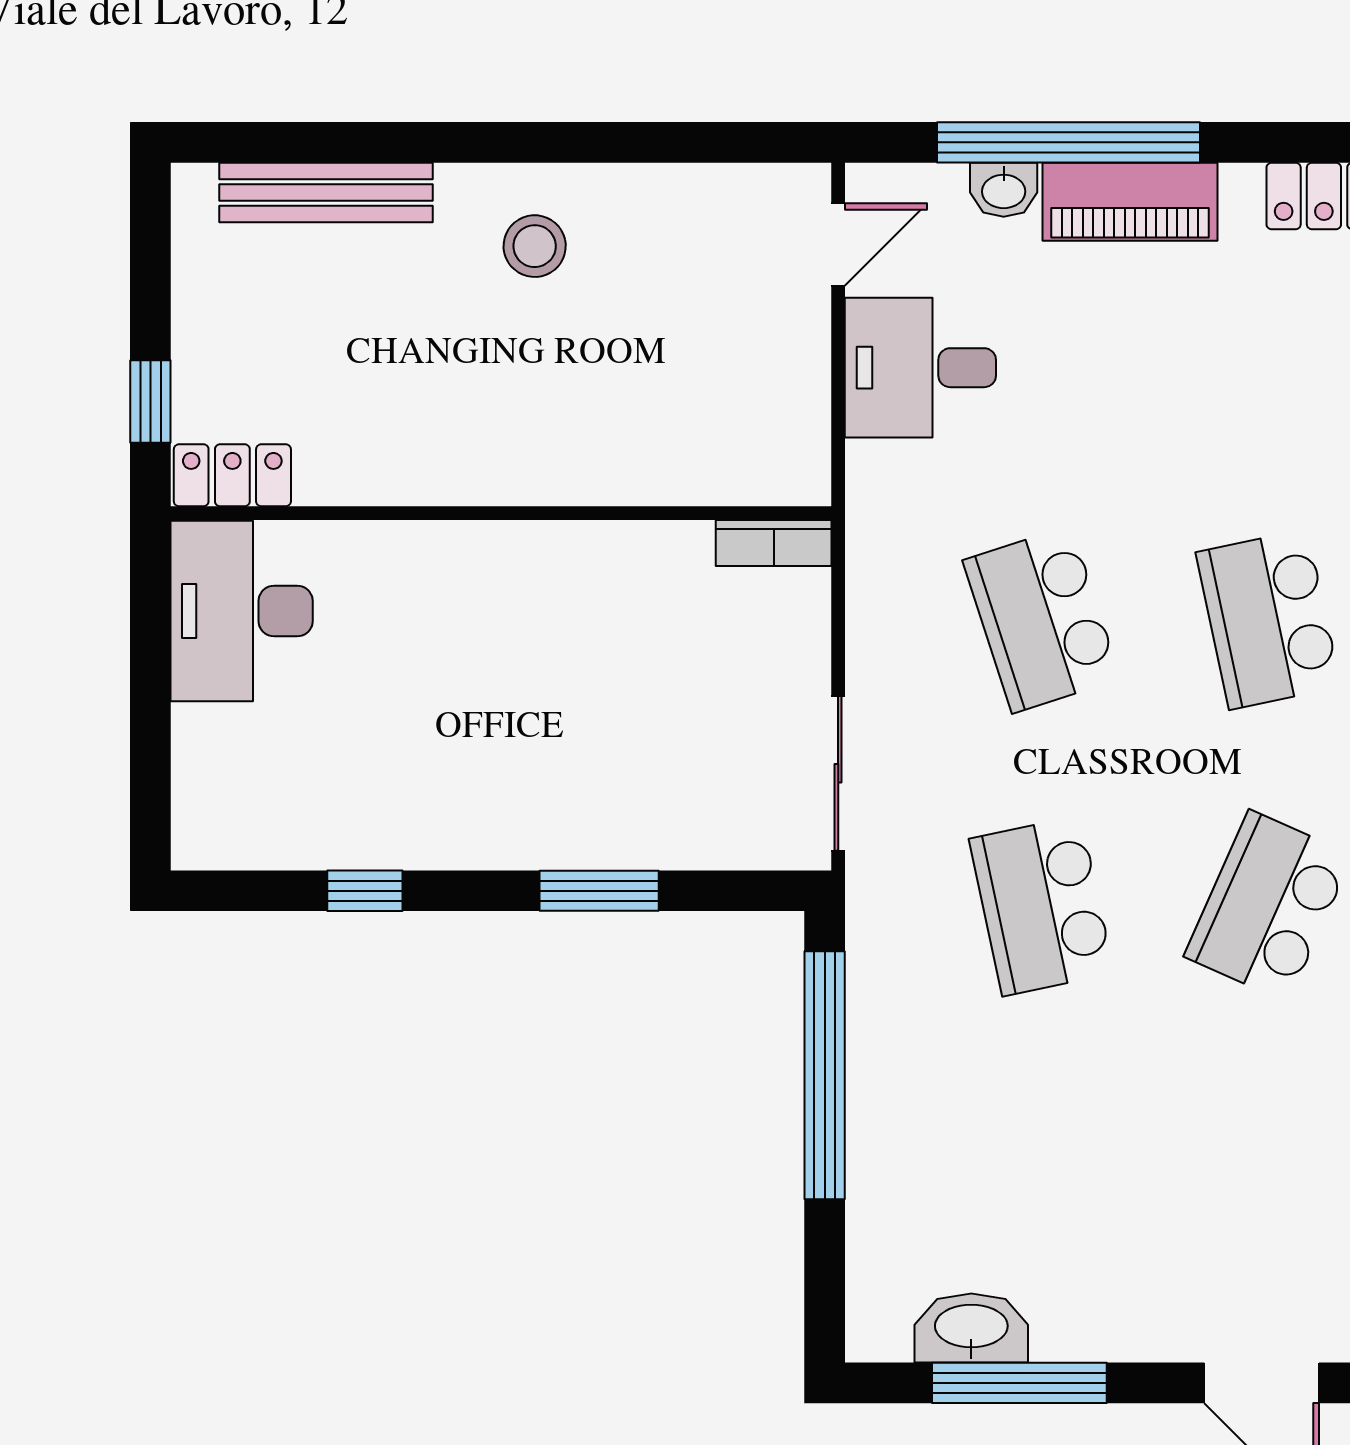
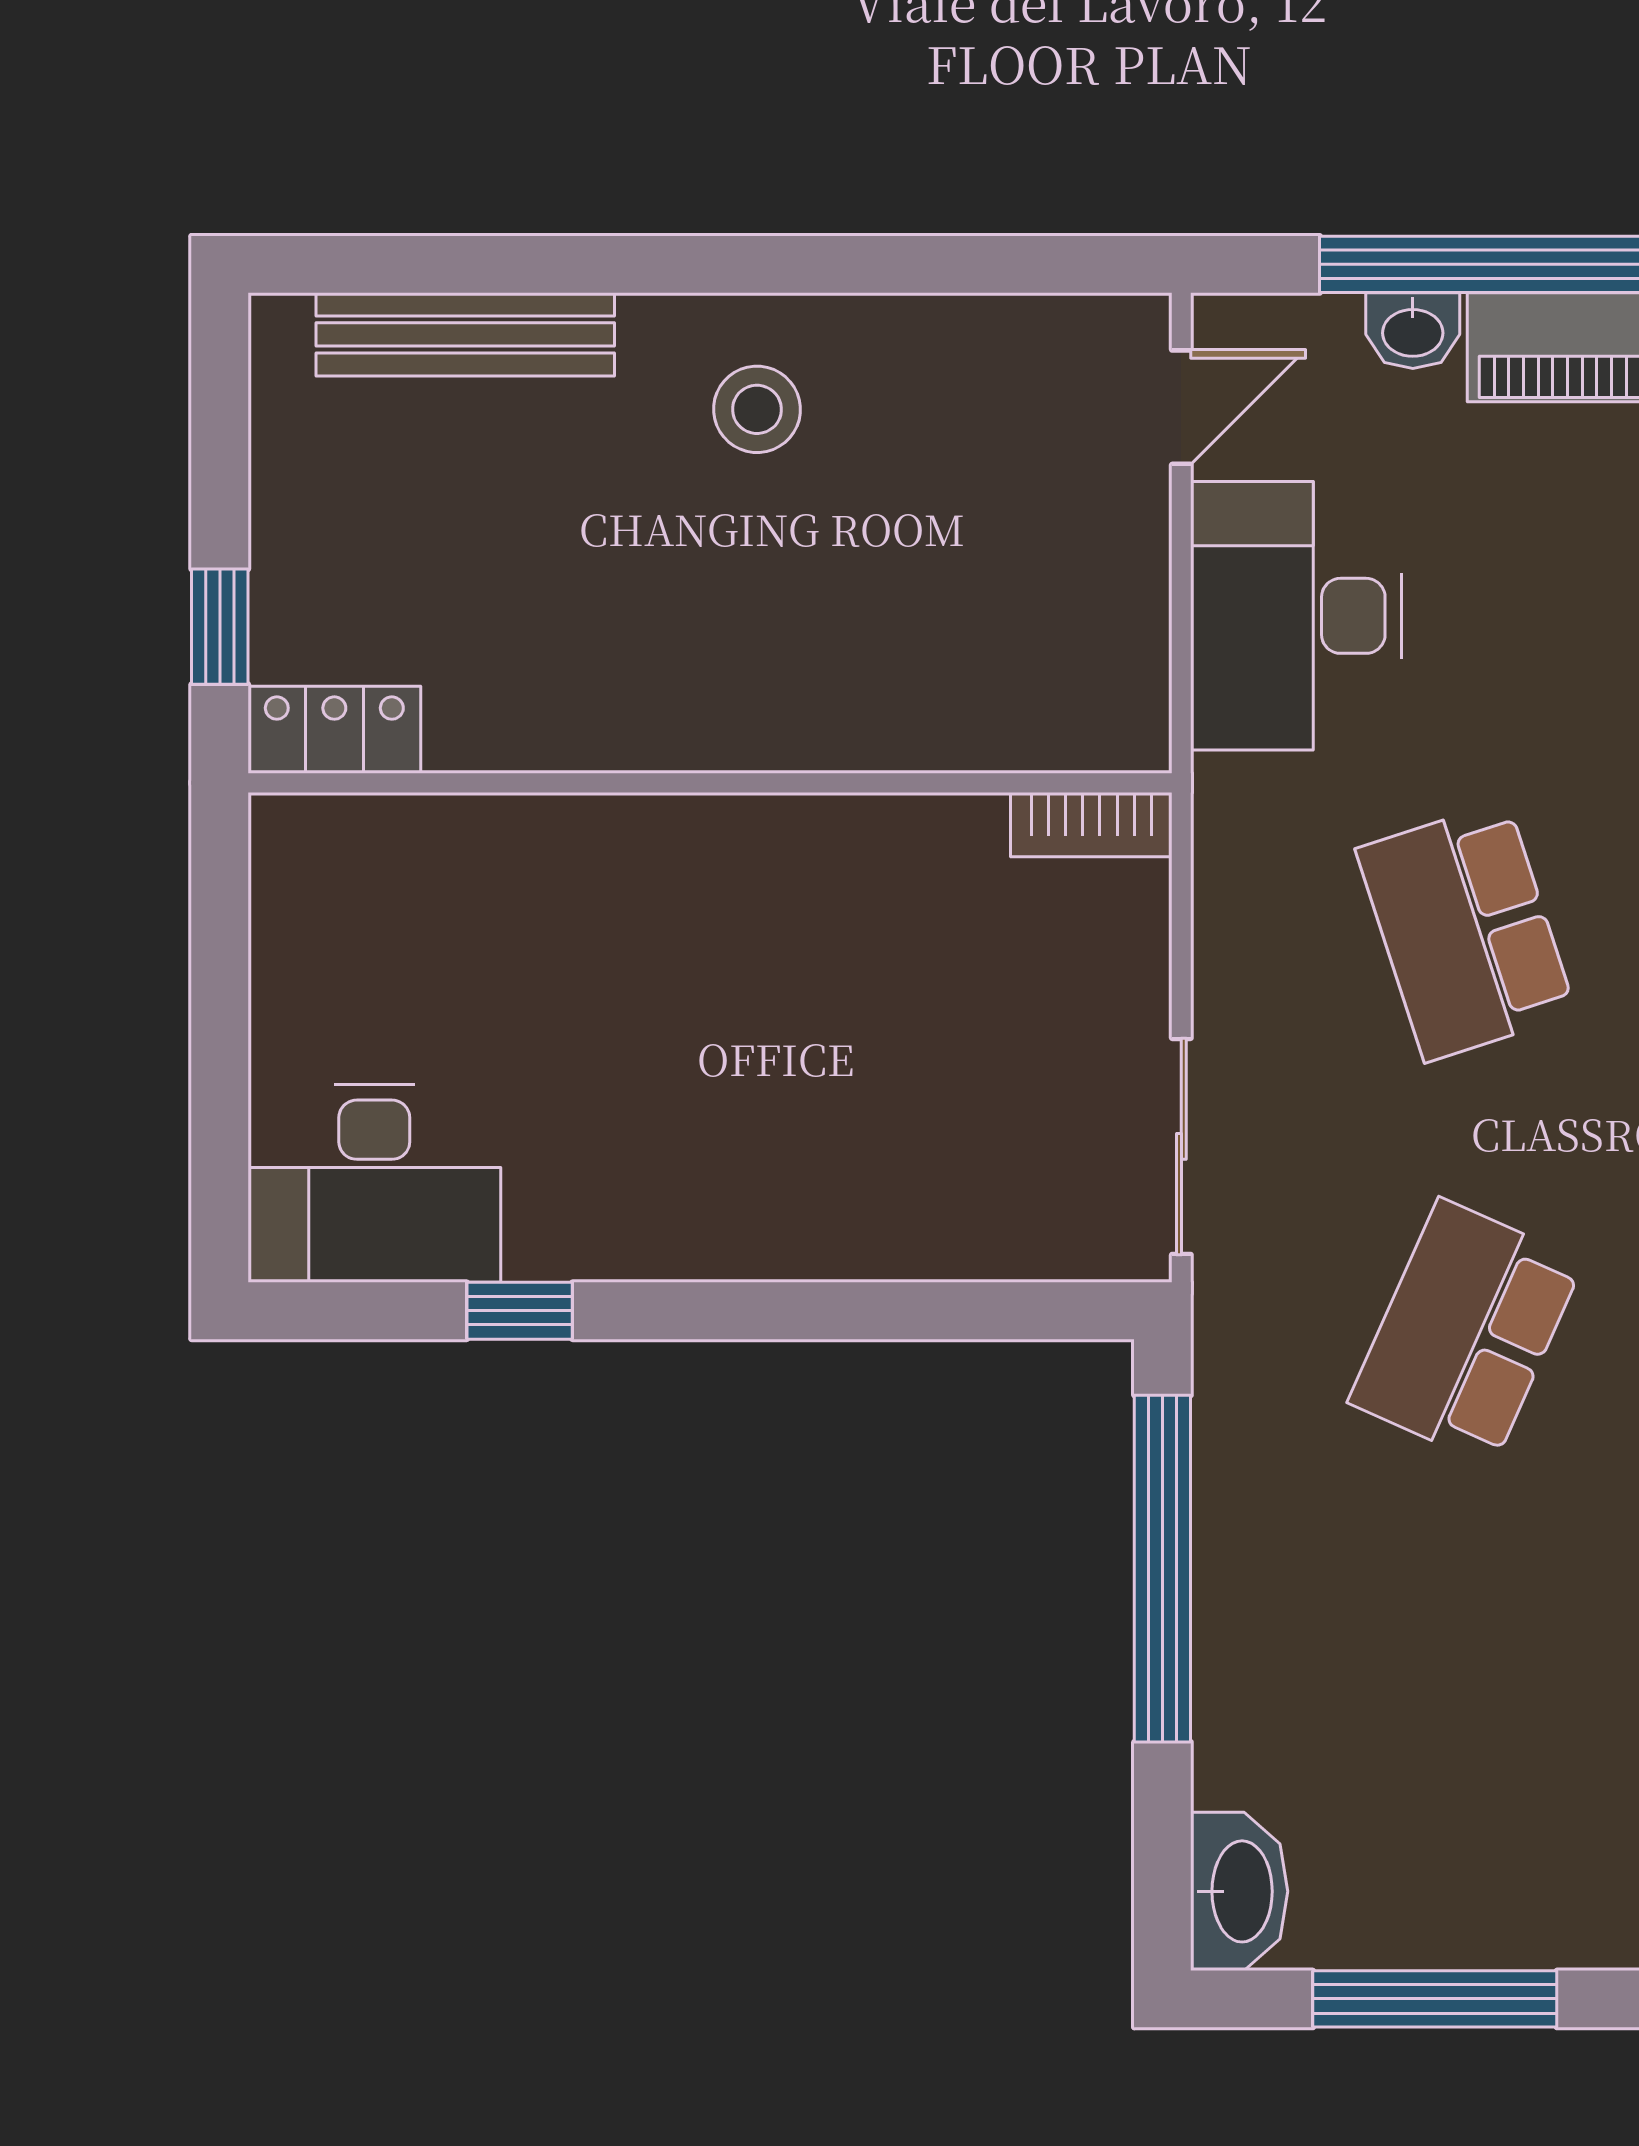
desk: (920, 368) -> (1296, 616), width x1.37
desk: (242, 611) -> (374, 1183), moved, turned -90
window: (599, 891) -> (847, 1311), removed
school desk: (1042, 906) -> (1466, 1332), turned 36
washbasin: (971, 1328) -> (1239, 1891), moved, turned 90

